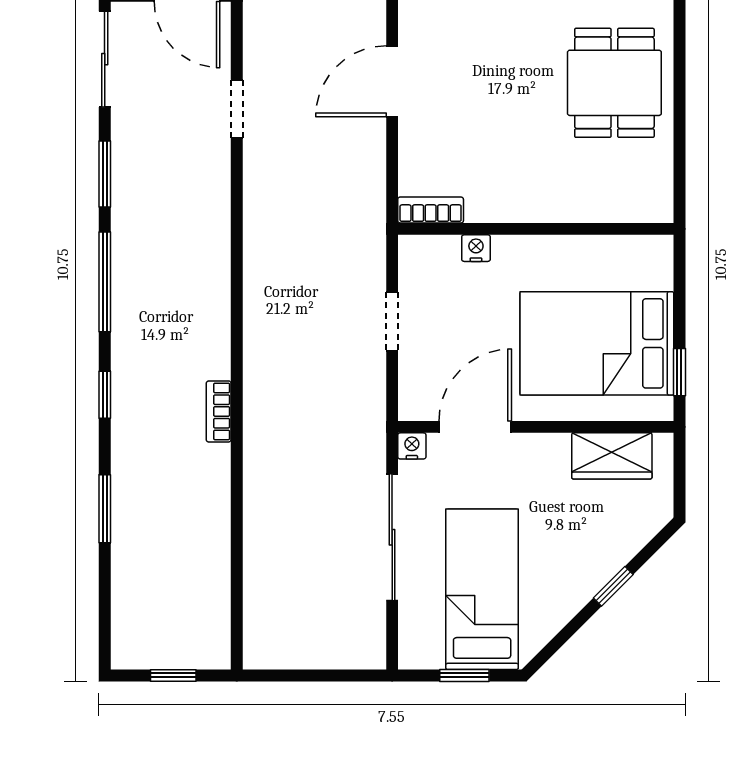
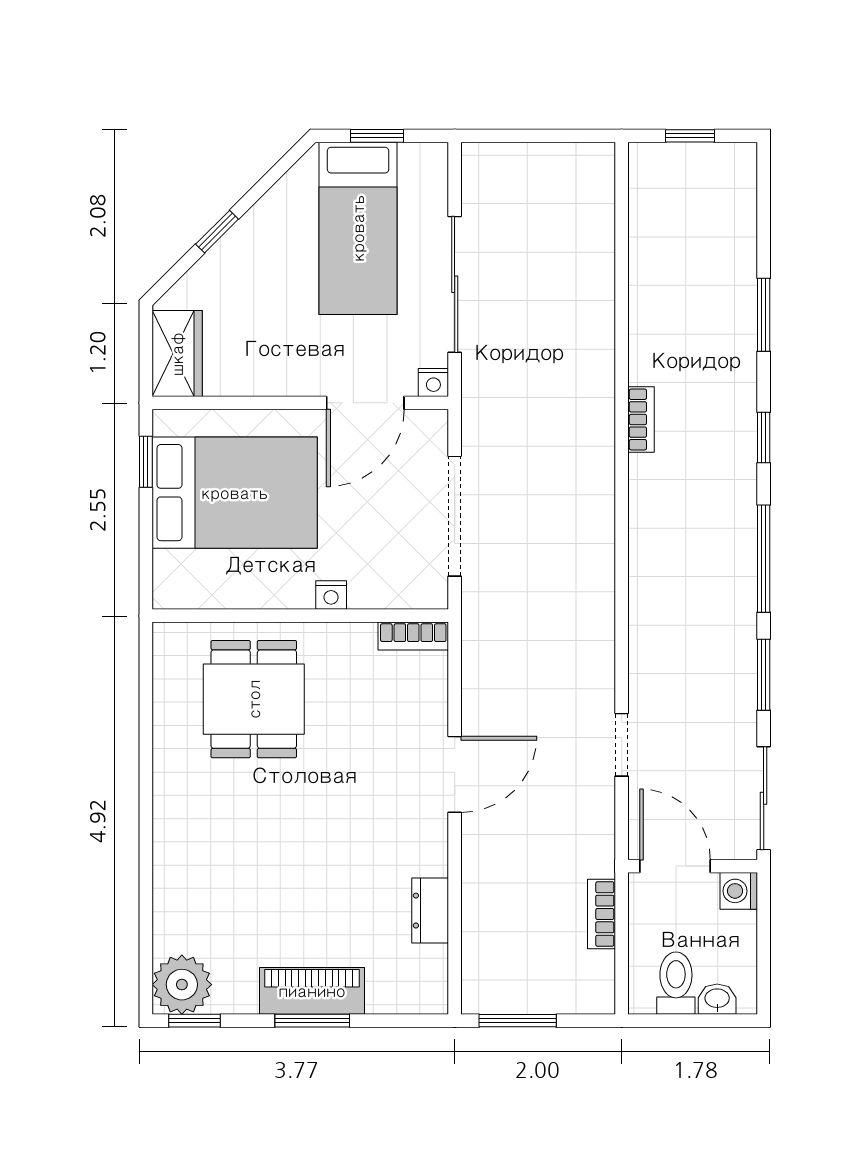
dining table: (614, 83) -> (254, 699), moved
nightstand: (476, 248) -> (331, 595), moved
doorway: (392, 322) -> (455, 516), width x1.88
wardrobe: (612, 456) -> (177, 354), moved, turned 90

